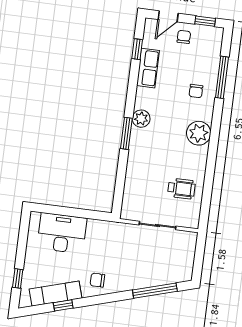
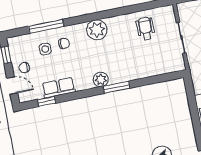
side table: (197, 68) -> (45, 49), added

